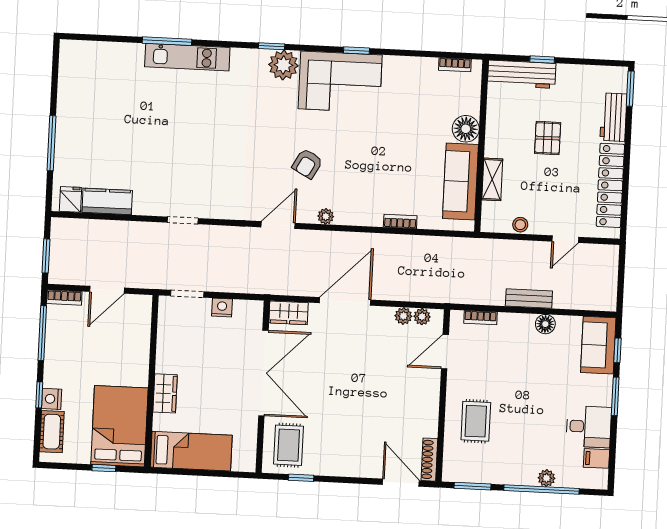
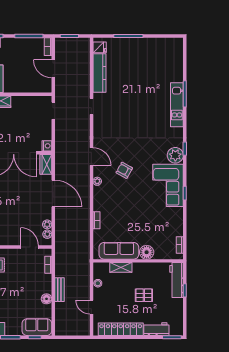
kitchen counter: (107, 201) -> (99, 73), width x1.50
nightstand: (222, 308) -> (47, 146), moved

